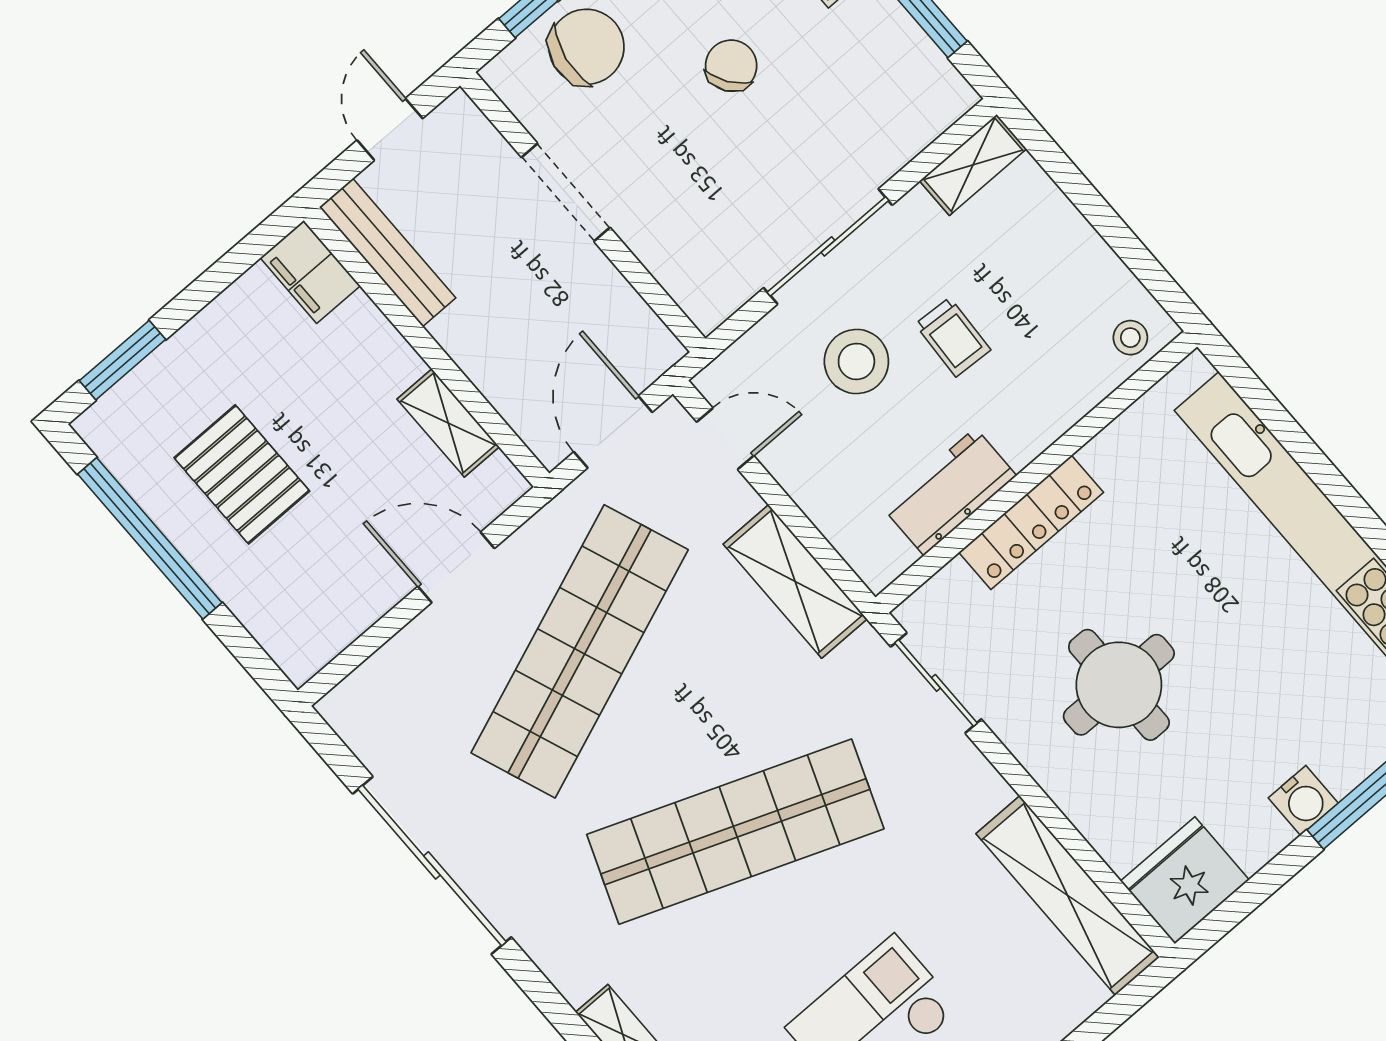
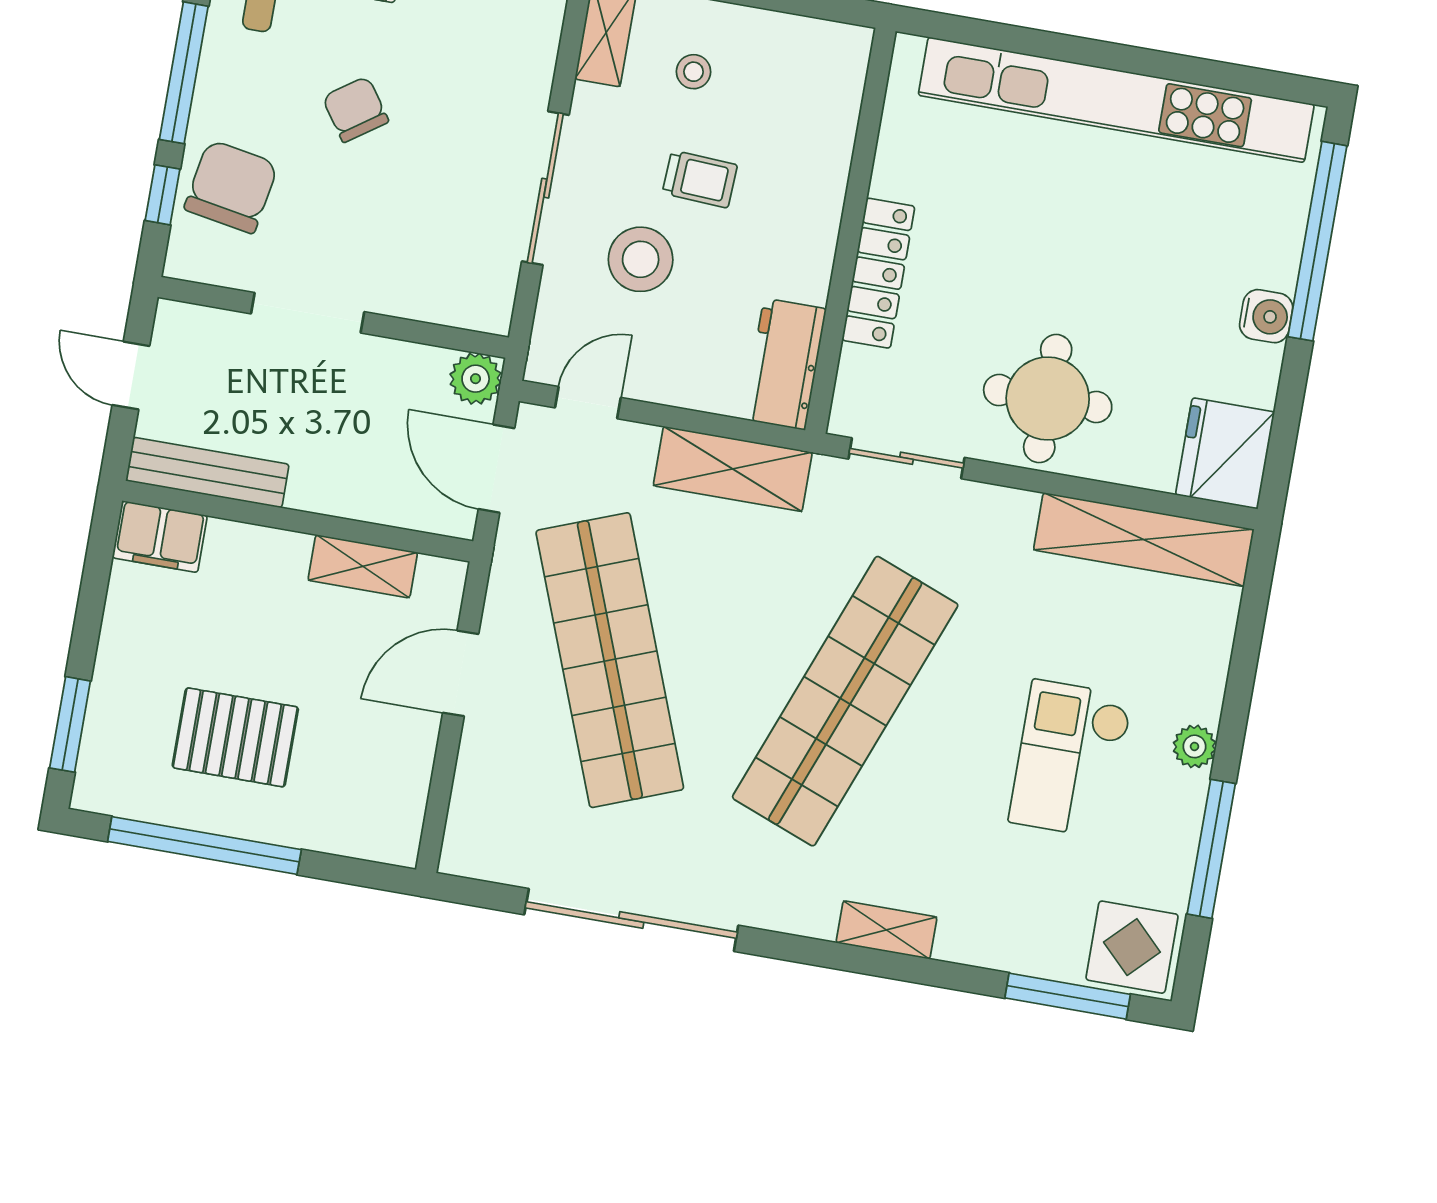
stool: (1130, 338) -> (694, 72), moved
plant: (654, 349) -> (476, 379), added
workbench: (950, 492) -> (785, 364), moved
round table: (1119, 685) -> (1048, 399), moved

